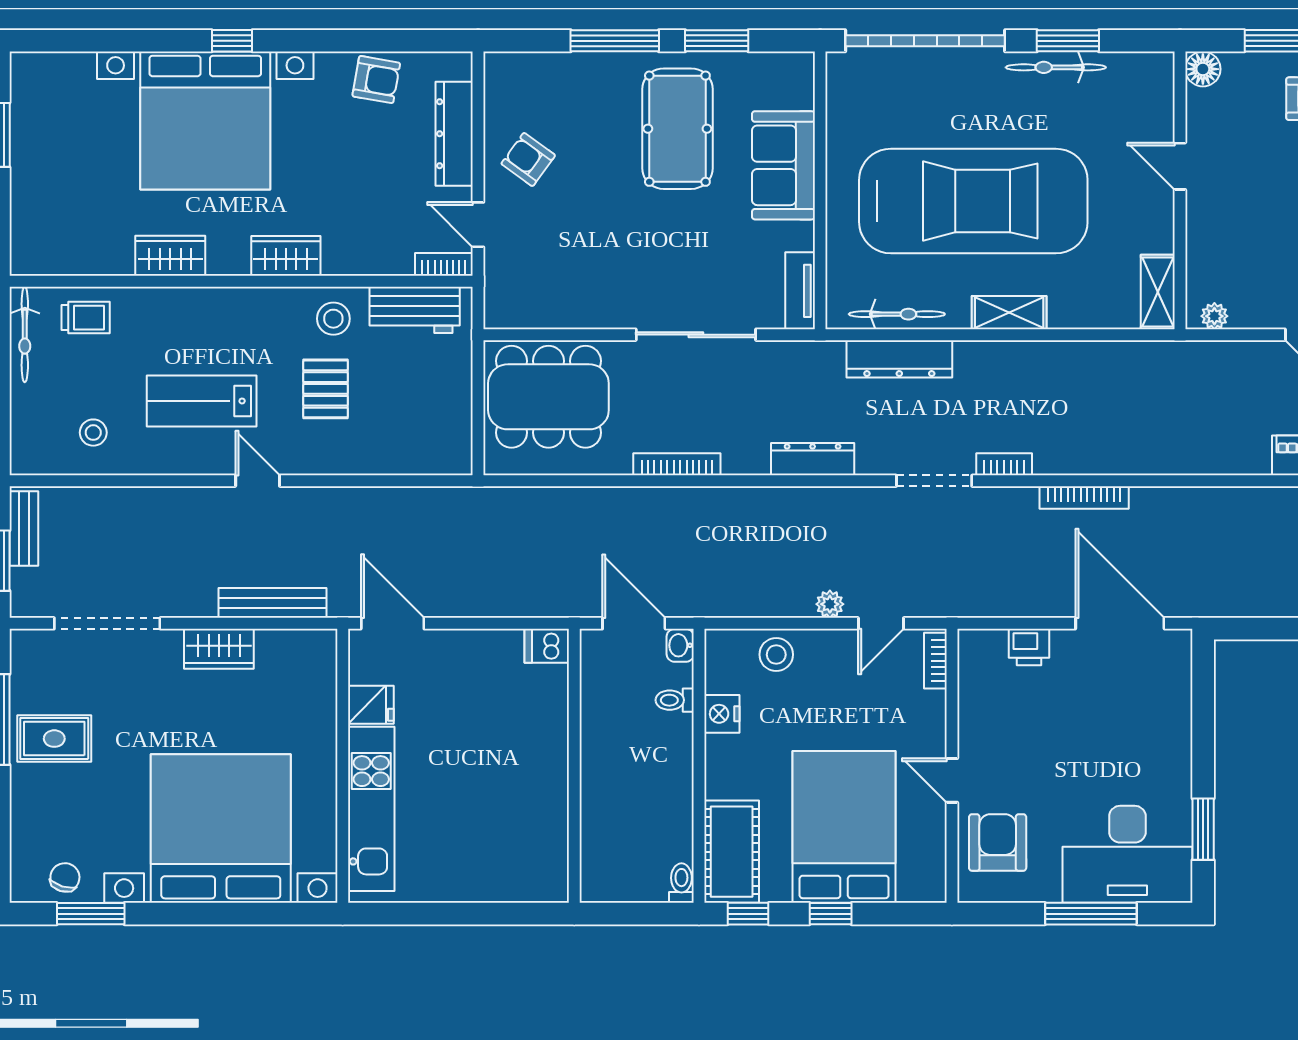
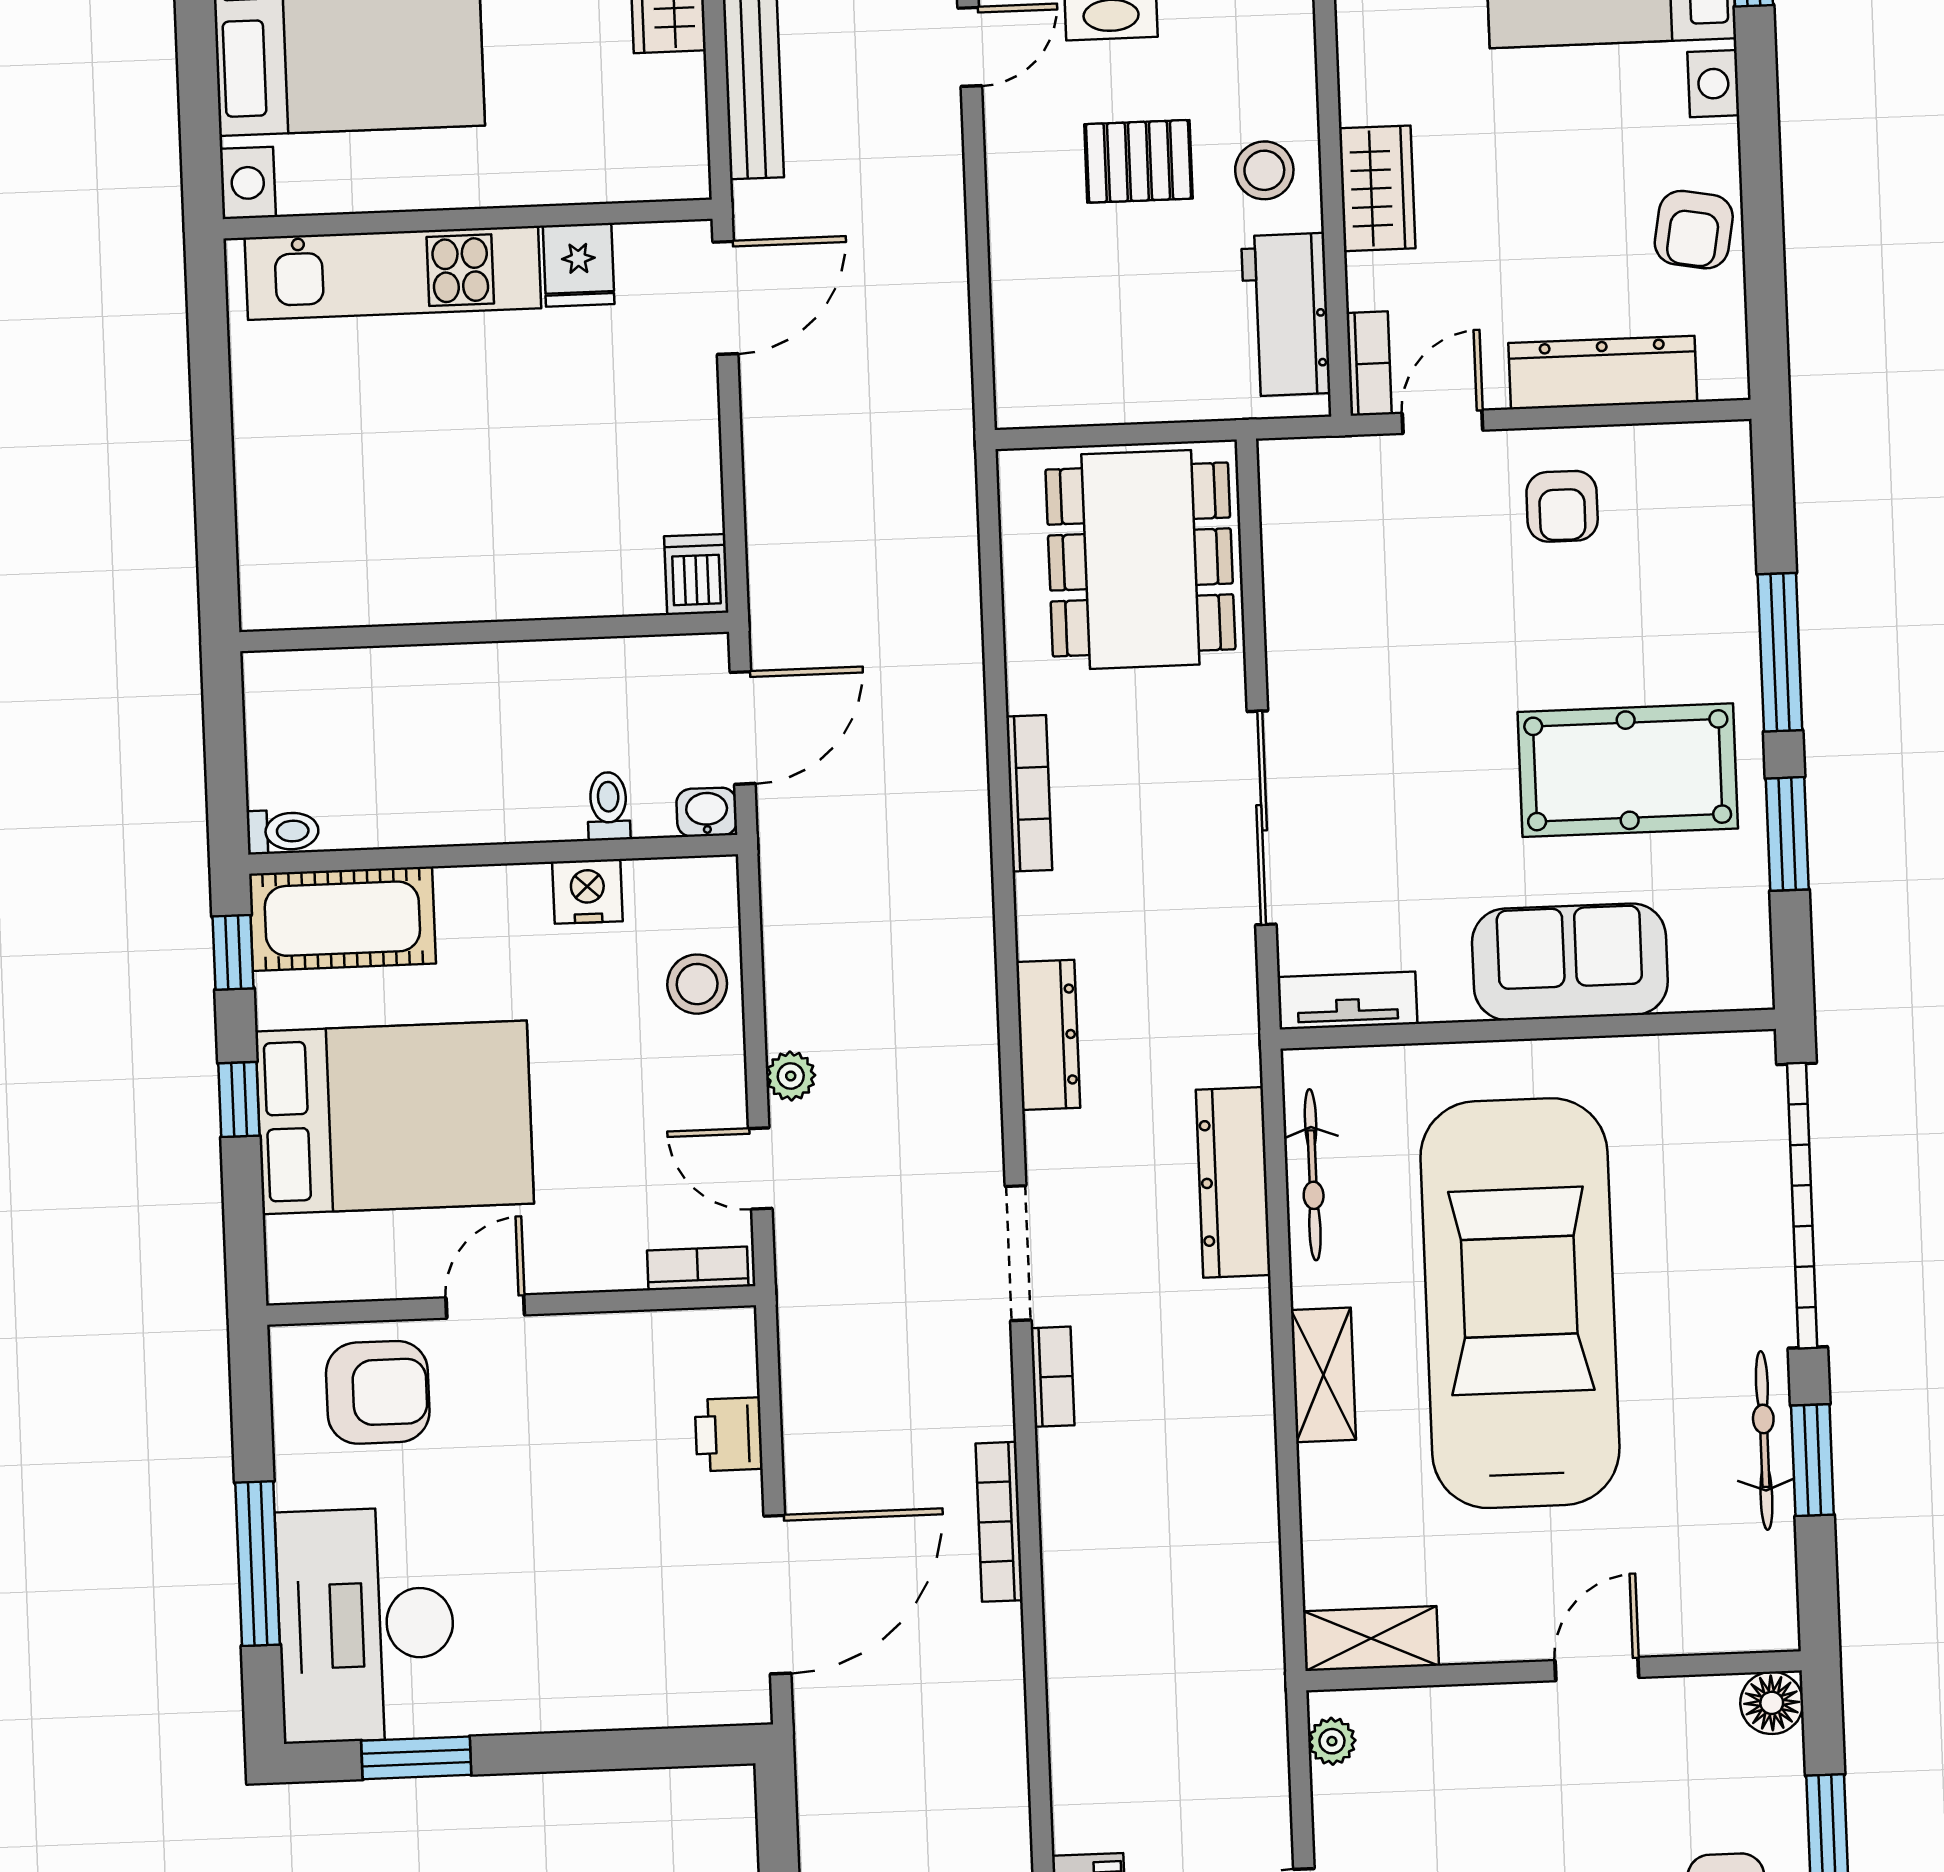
armchair: (528, 159) -> (1562, 506), turned 144
car: (973, 201) -> (1520, 1303), turned 180
wardrobe: (286, 256) -> (1377, 188), moved

